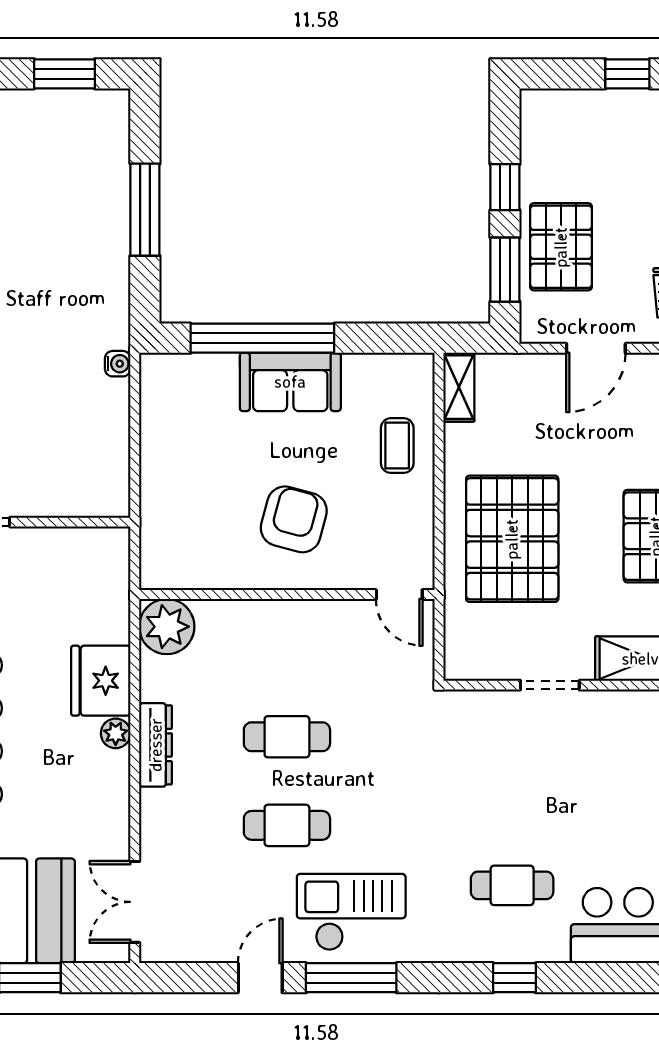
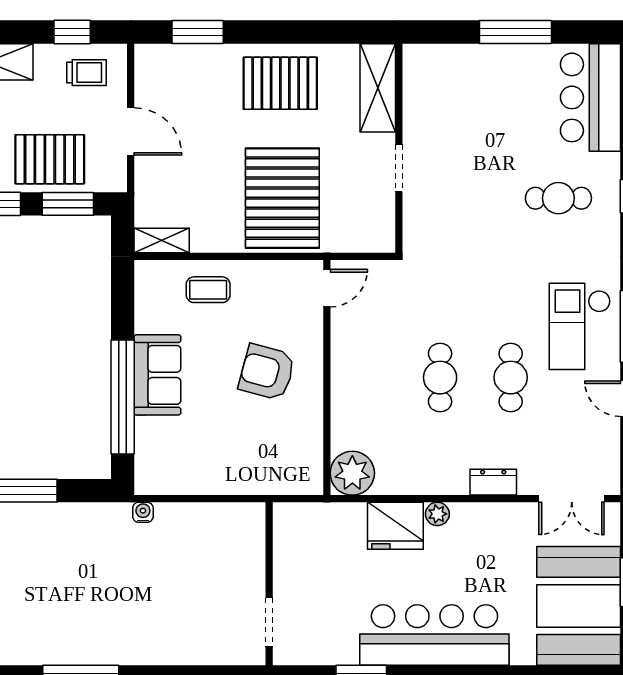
pallet: (512, 539) -> (282, 198), turned 90
dresser: (156, 745) -> (493, 482), moved, width x0.70
cafe table: (512, 885) -> (558, 198), turned 90

